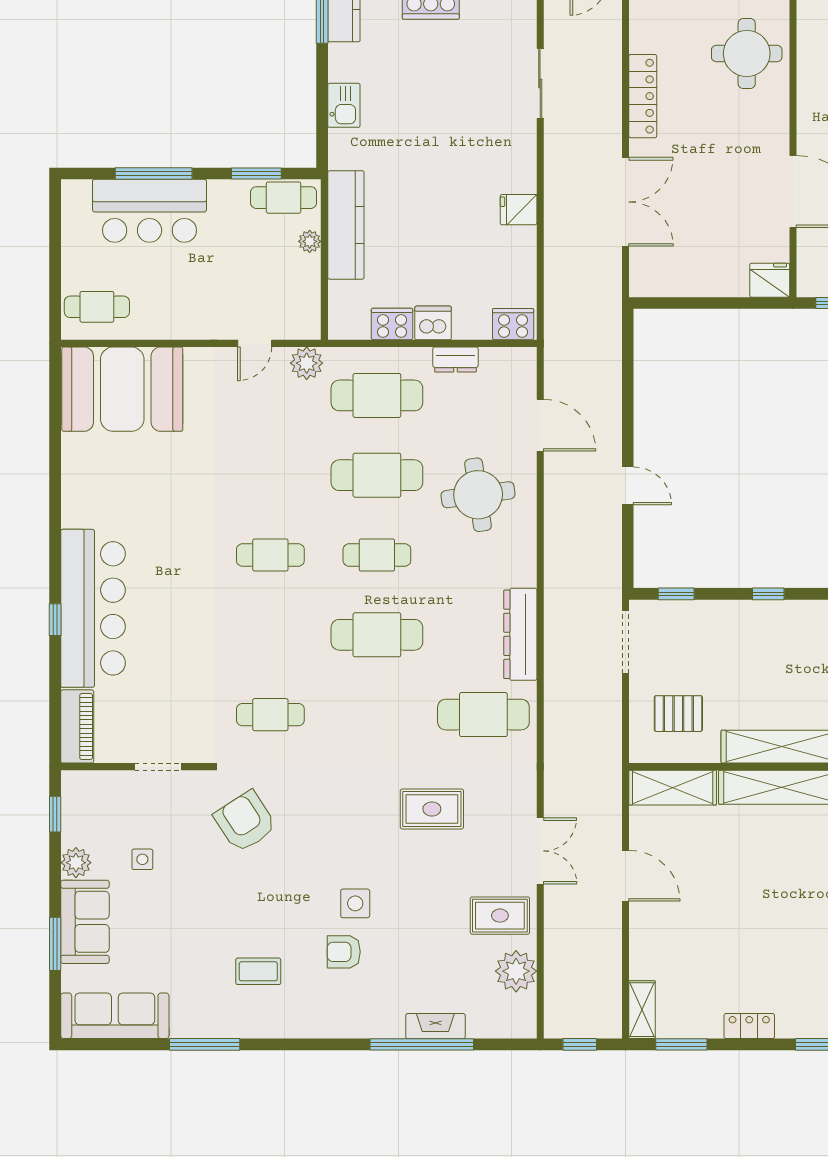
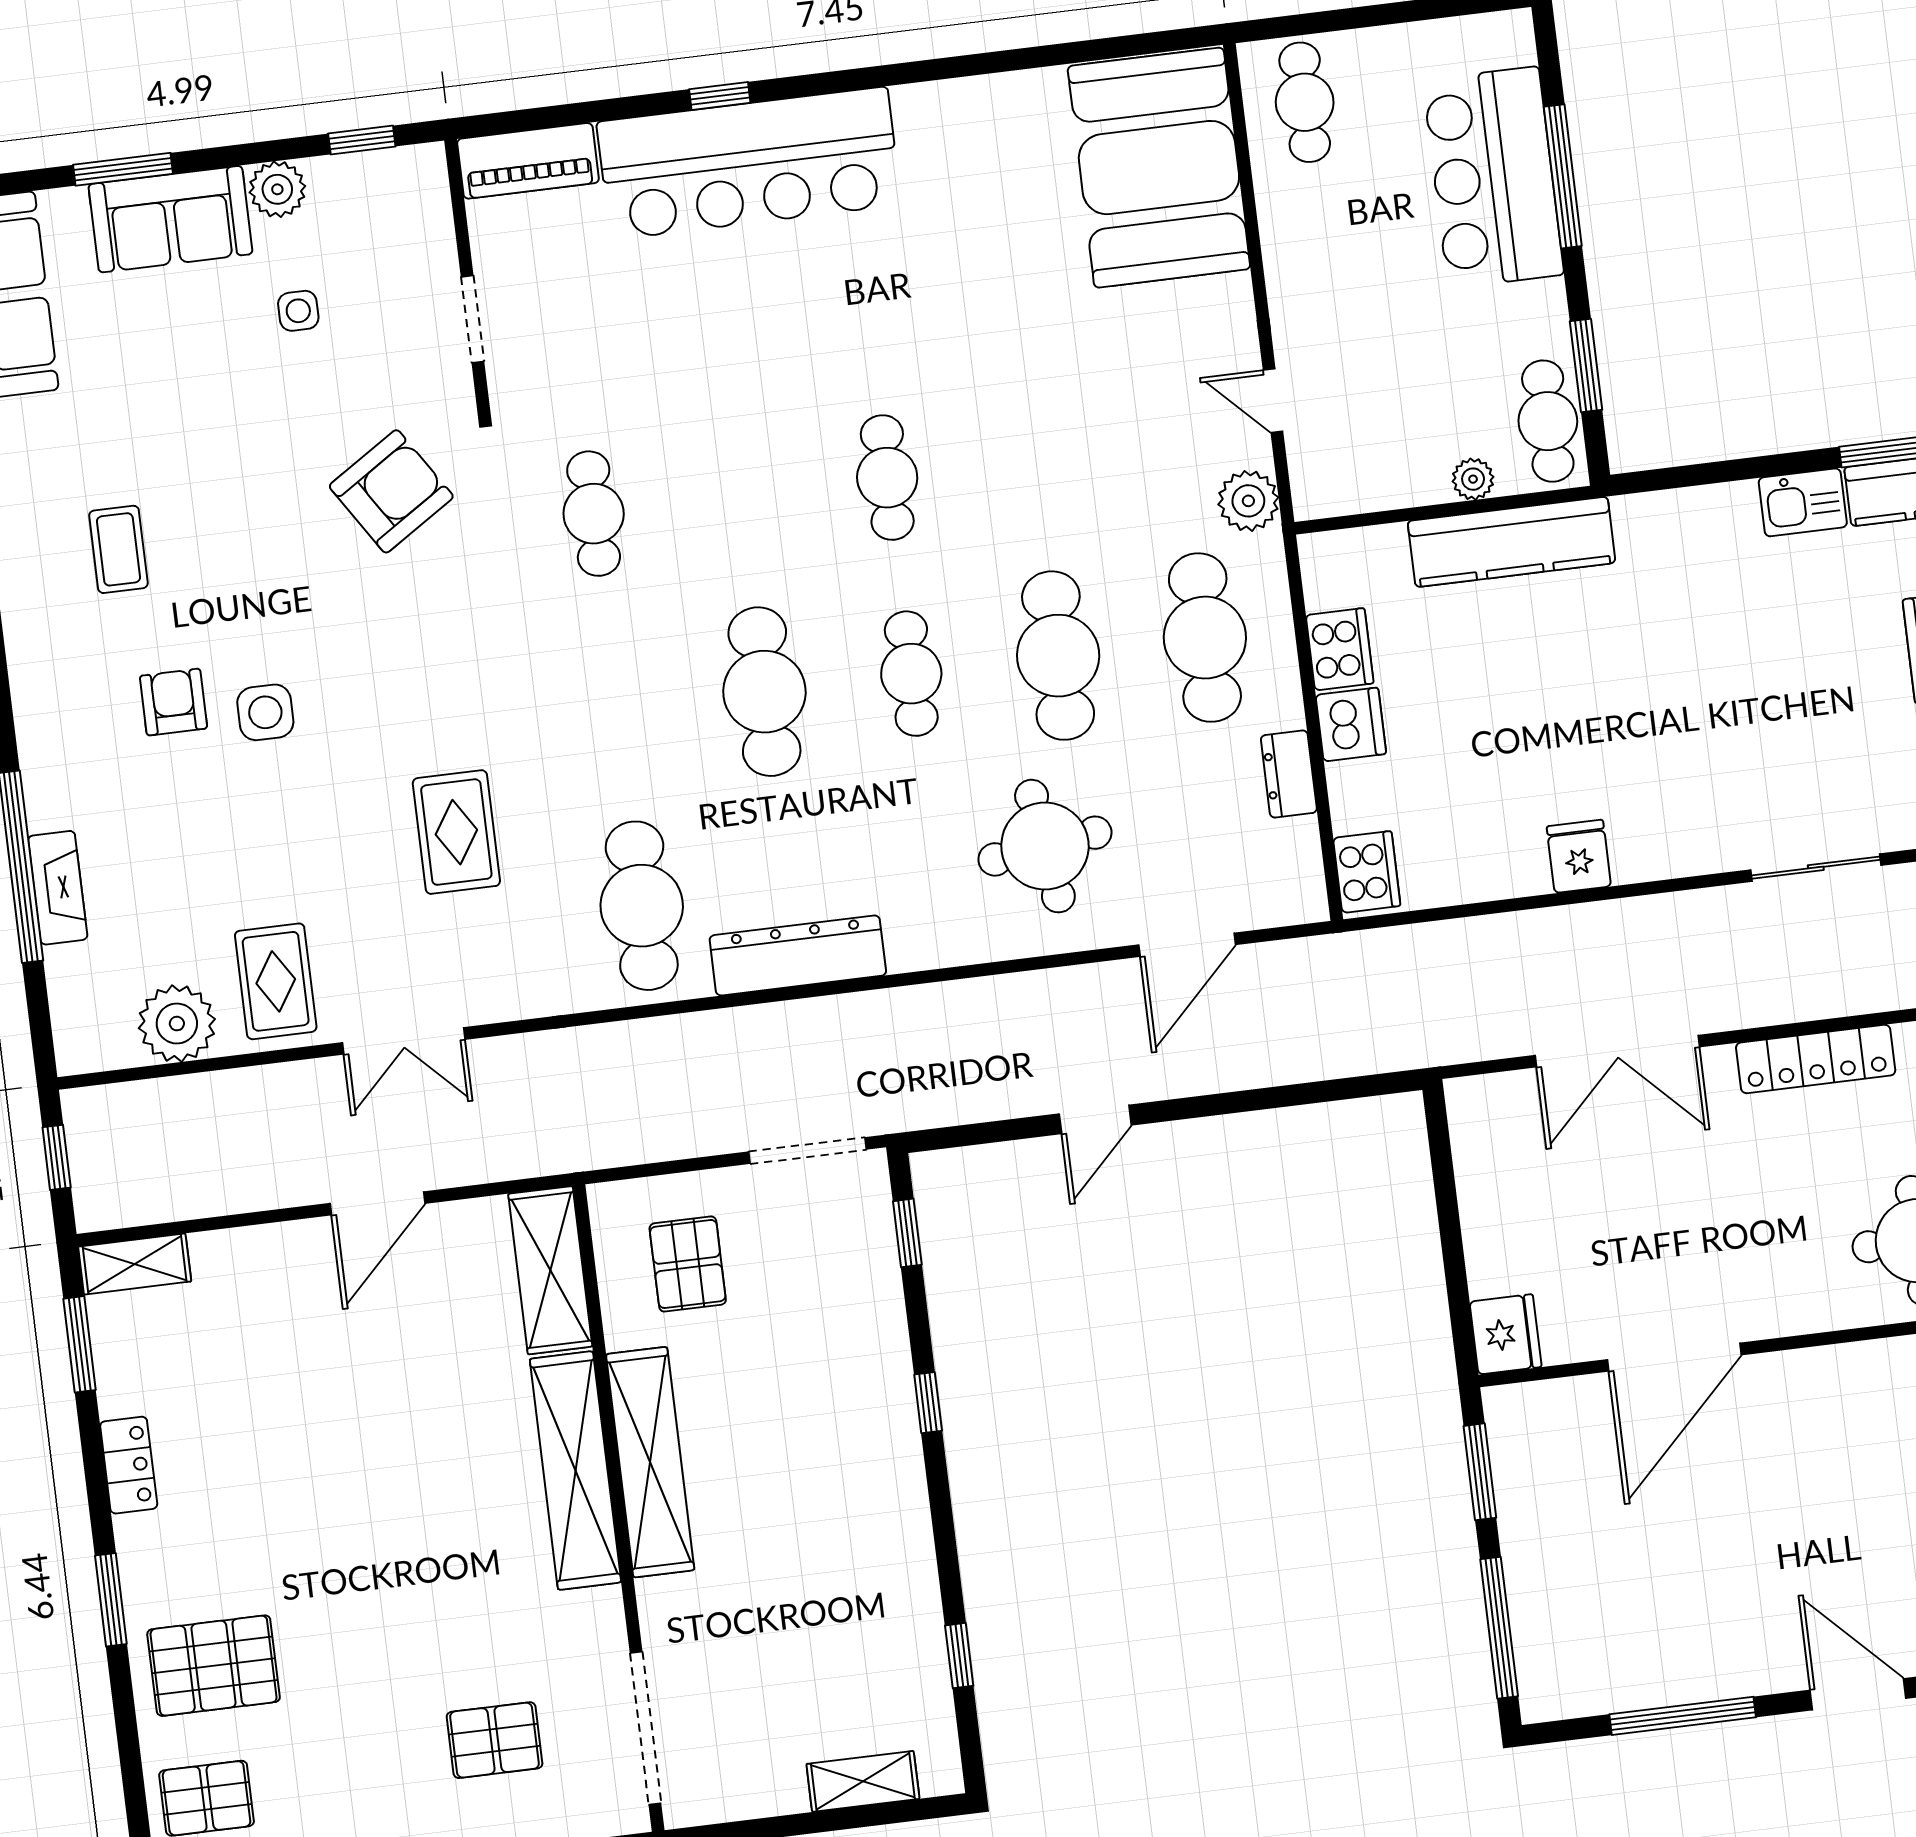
kitchen sink: (344, 105) -> (1803, 502), moved

